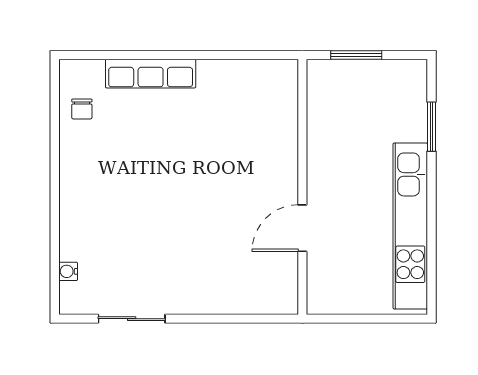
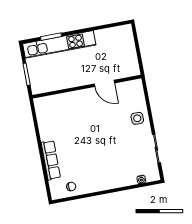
kitchen unit: (410, 226) -> (59, 44), moved
side table: (209, 288) -> (137, 118), added

